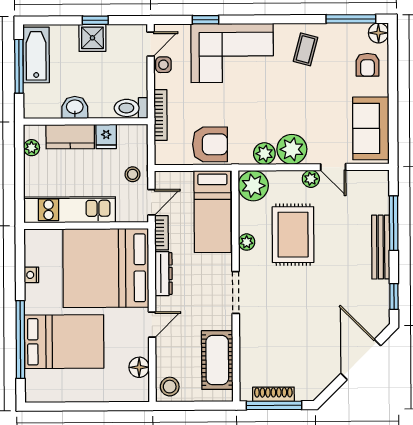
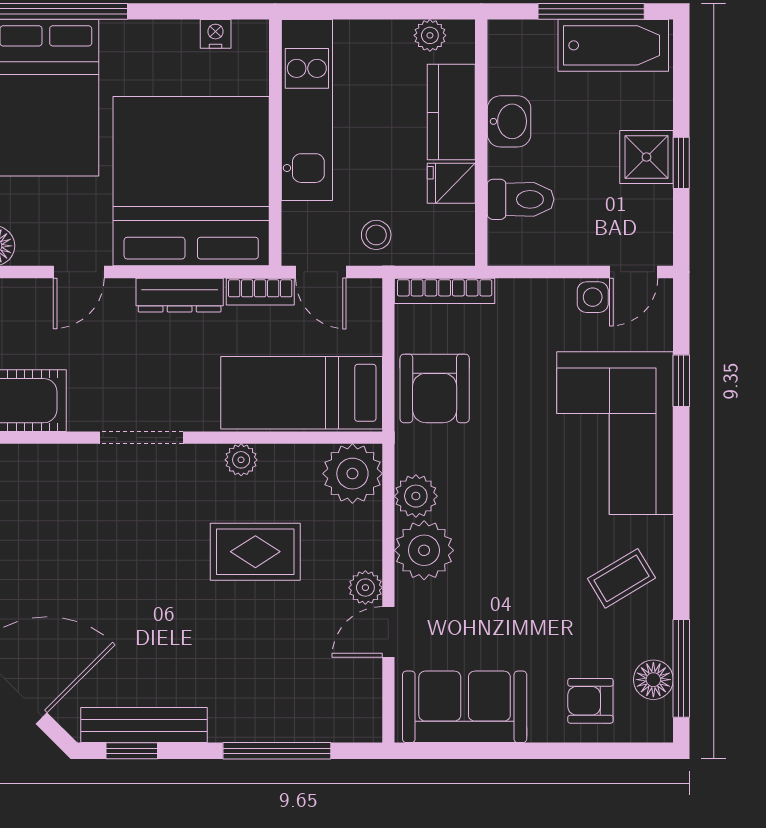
floor lamp: (378, 33) -> (653, 680), moved
door: (151, 44) -> (634, 272), hinge flipped
coffee table: (305, 49) -> (622, 578), turned -46
toilet: (131, 108) -> (521, 199), moved, turned 90
bookcase: (161, 115) -> (445, 291), moved
rug: (293, 235) -> (255, 552), width x0.73, depth x0.70
bench: (381, 247) -> (144, 725), moved
nightstand: (31, 275) -> (216, 34), moved
door: (152, 325) -> (79, 272), hinge flipped

